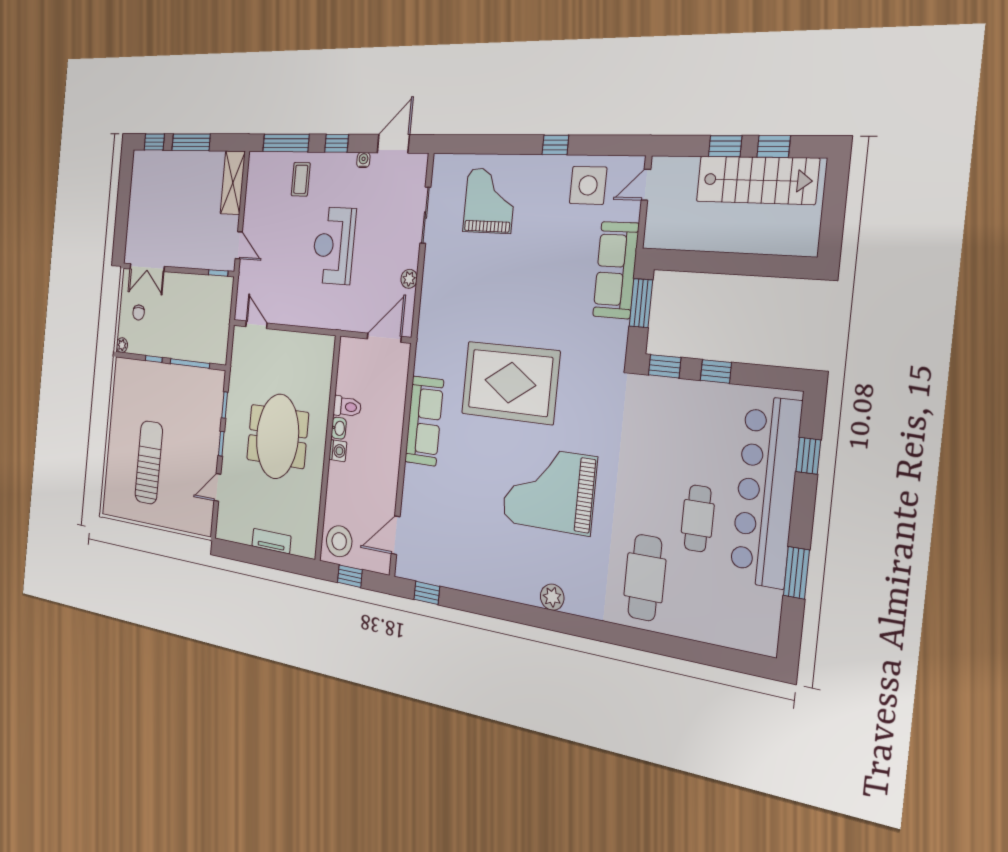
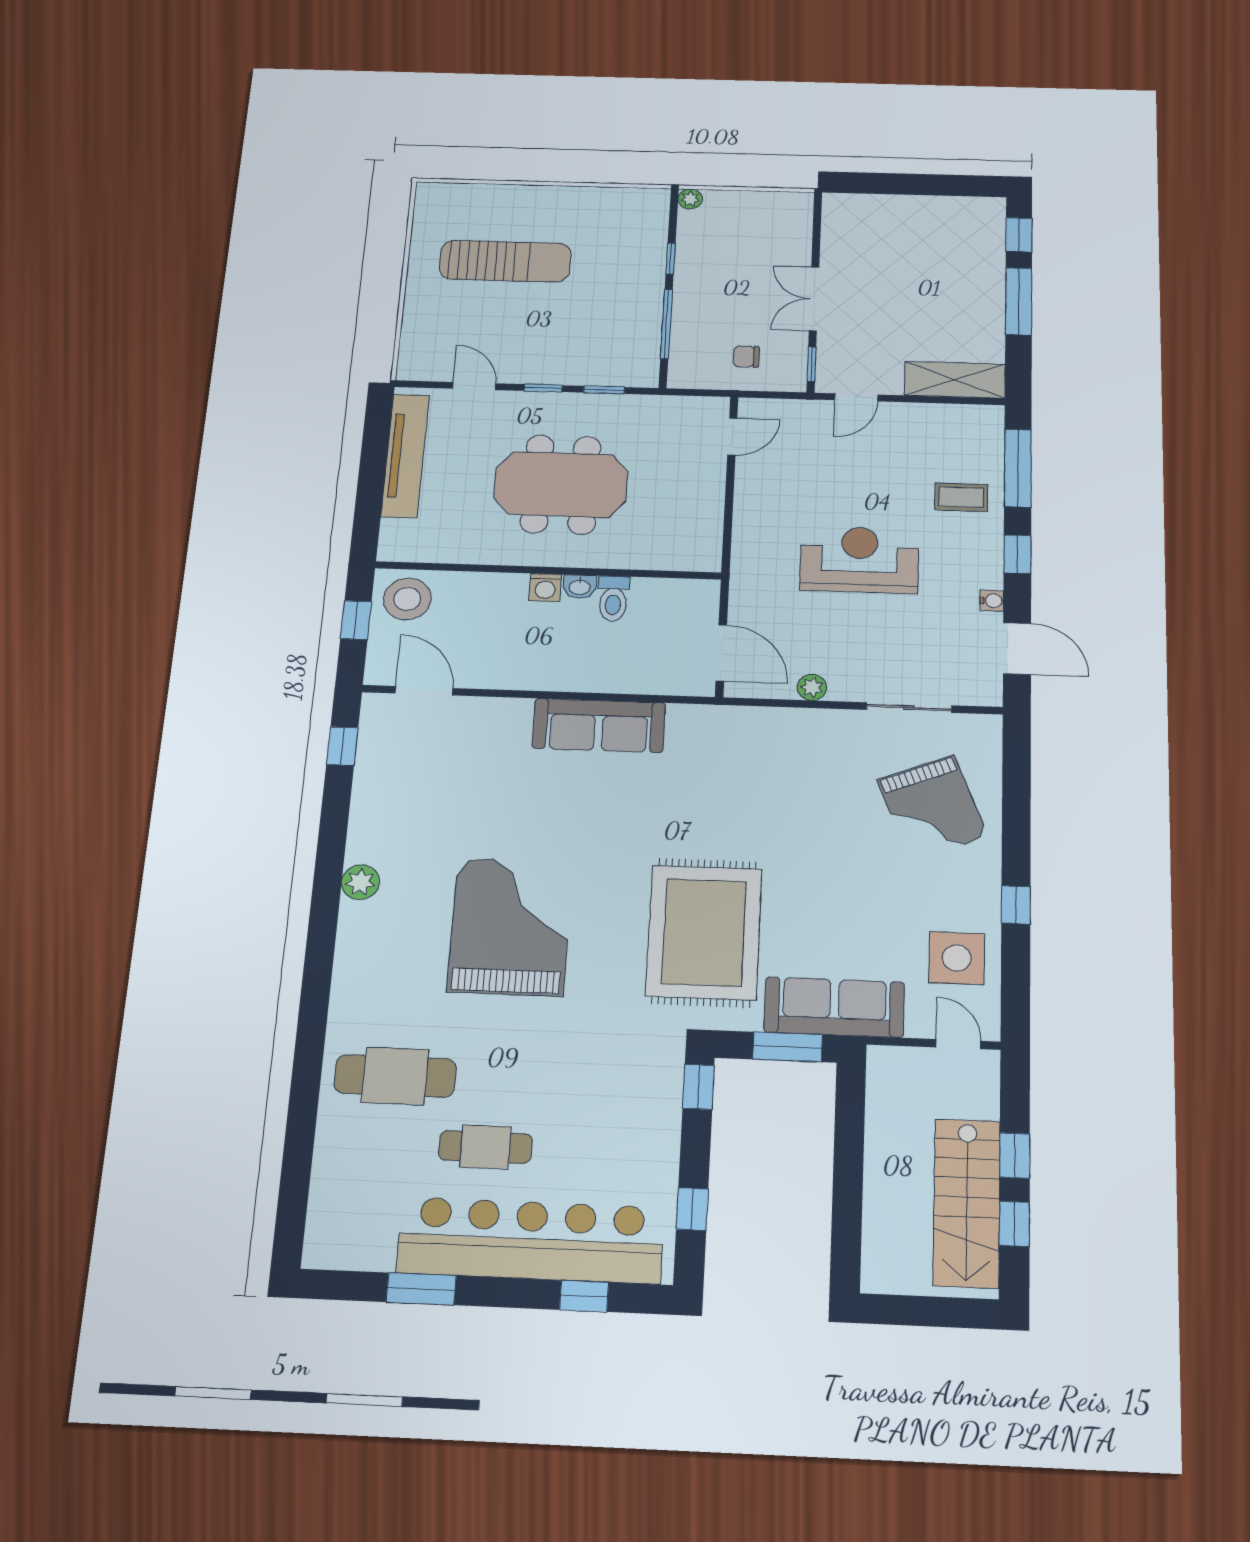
grand piano: (489, 201) -> (932, 808), turned 68
double door: (147, 268) -> (814, 299), moved
chair: (139, 312) -> (746, 356), moved
window: (716, 371) -> (692, 1209), moved
rug: (510, 383) -> (704, 932), moved
tv unit: (271, 541) -> (405, 456), width x1.92, depth x1.29
plant: (552, 597) -> (360, 882), moved

